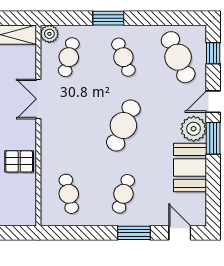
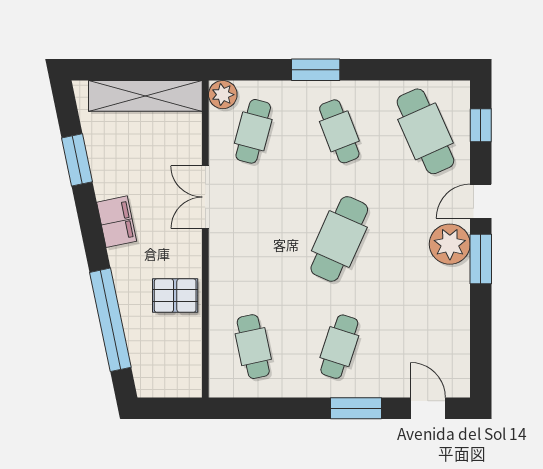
booth: (190, 167) -> (444, 305), removed

